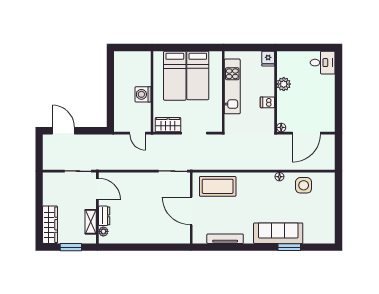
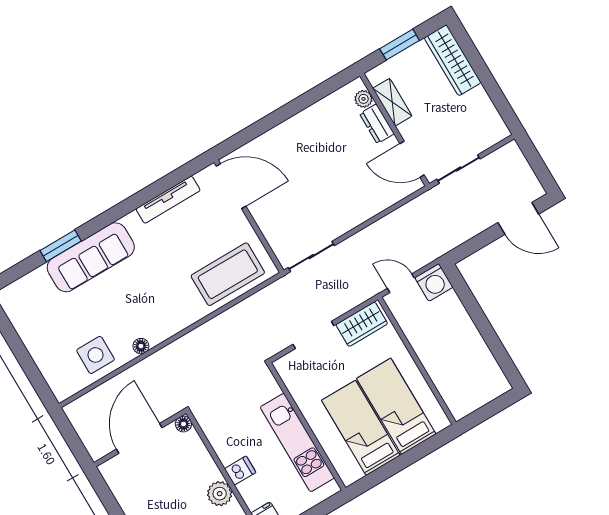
washing machine: (143, 94) -> (434, 282), moved, turned 90
dishwasher: (267, 102) -> (240, 471), moved
door: (191, 211) -> (231, 186), moved

